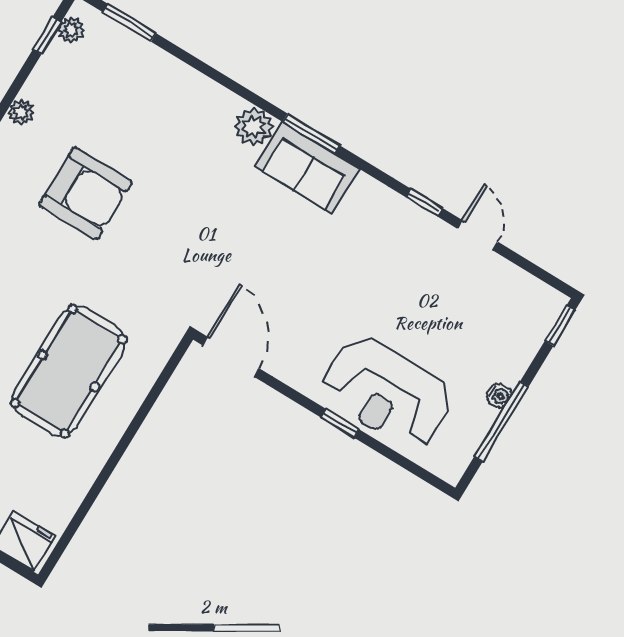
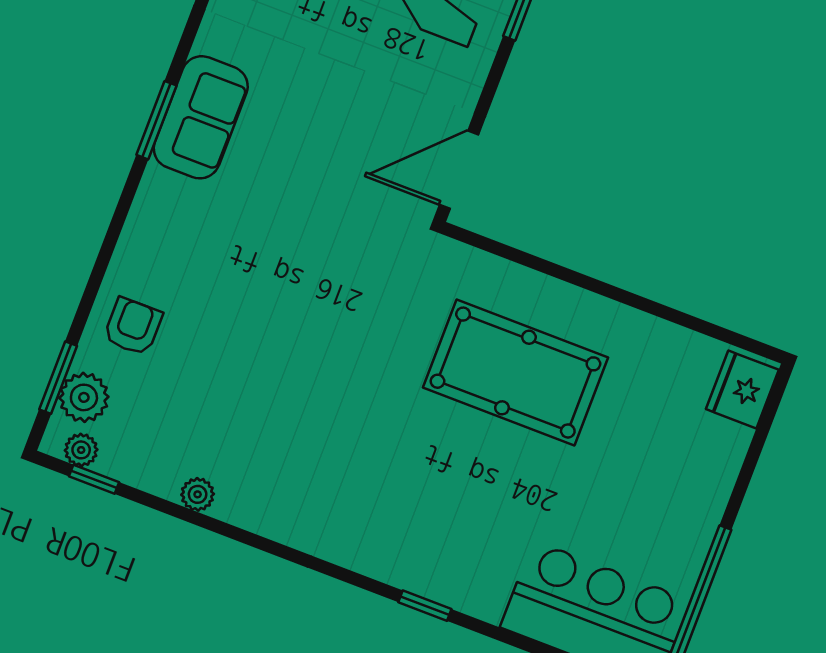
plant: (254, 127) -> (84, 397), moved
armchair: (85, 193) -> (133, 326), moved, width x0.53, depth x0.53

